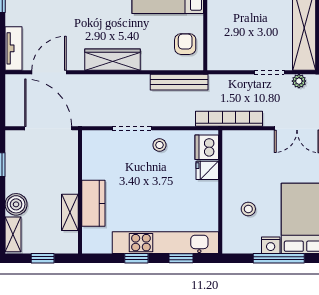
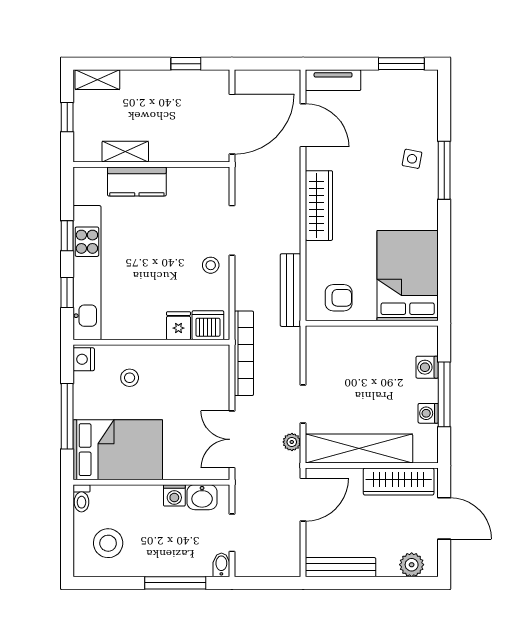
boiler: (16, 204) -> (135, 83), removed
nightstand: (271, 245) -> (84, 359), moved

